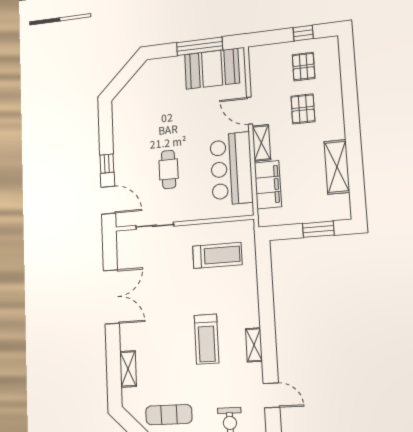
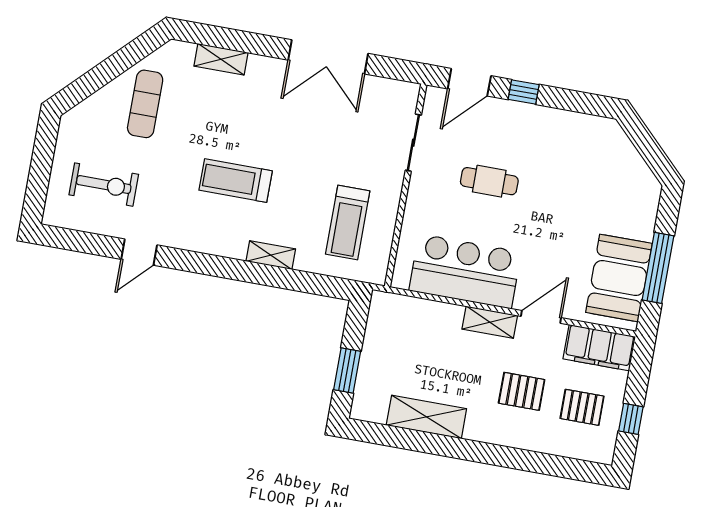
filing cabinet: (268, 185) -> (599, 348), moved
shelving: (254, 345) -> (271, 255), moved

